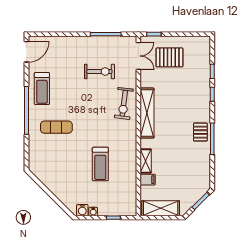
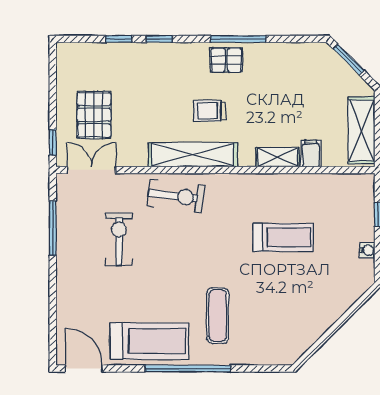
treadmill: (42, 89) -> (149, 341), width x1.37, depth x1.38
trolley: (172, 123) -> (210, 111), added
water cooler: (82, 210) -> (365, 269), removed

